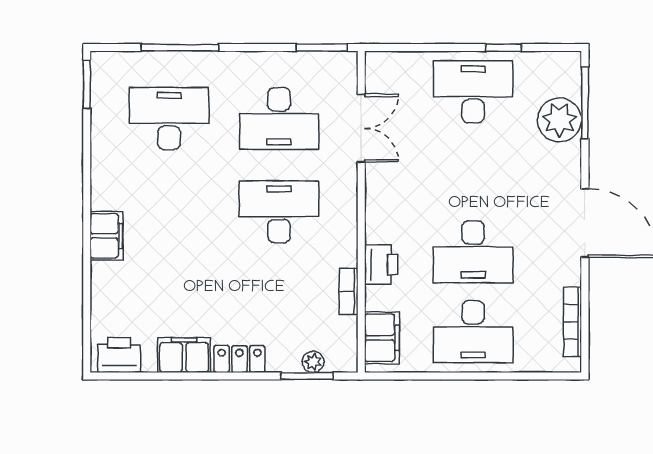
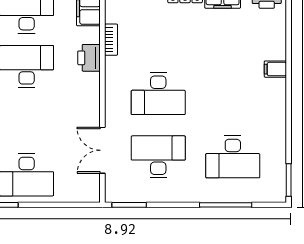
filing cabinet: (106, 236) -> (275, 69), width x0.50

